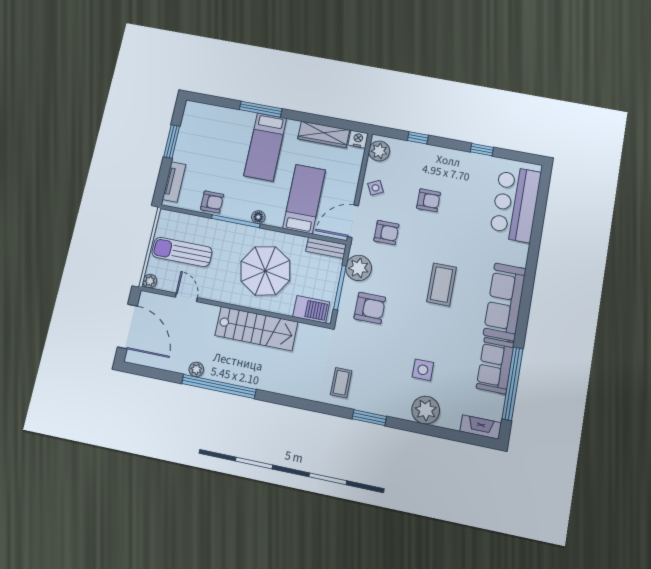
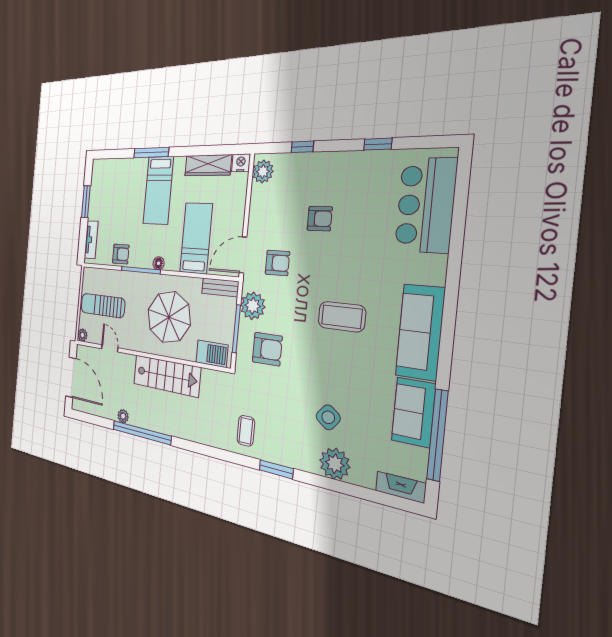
side table: (375, 188) -> (262, 214), removed
coffee table: (442, 284) -> (342, 317), turned 90
side table: (423, 370) -> (328, 417), turned 38

